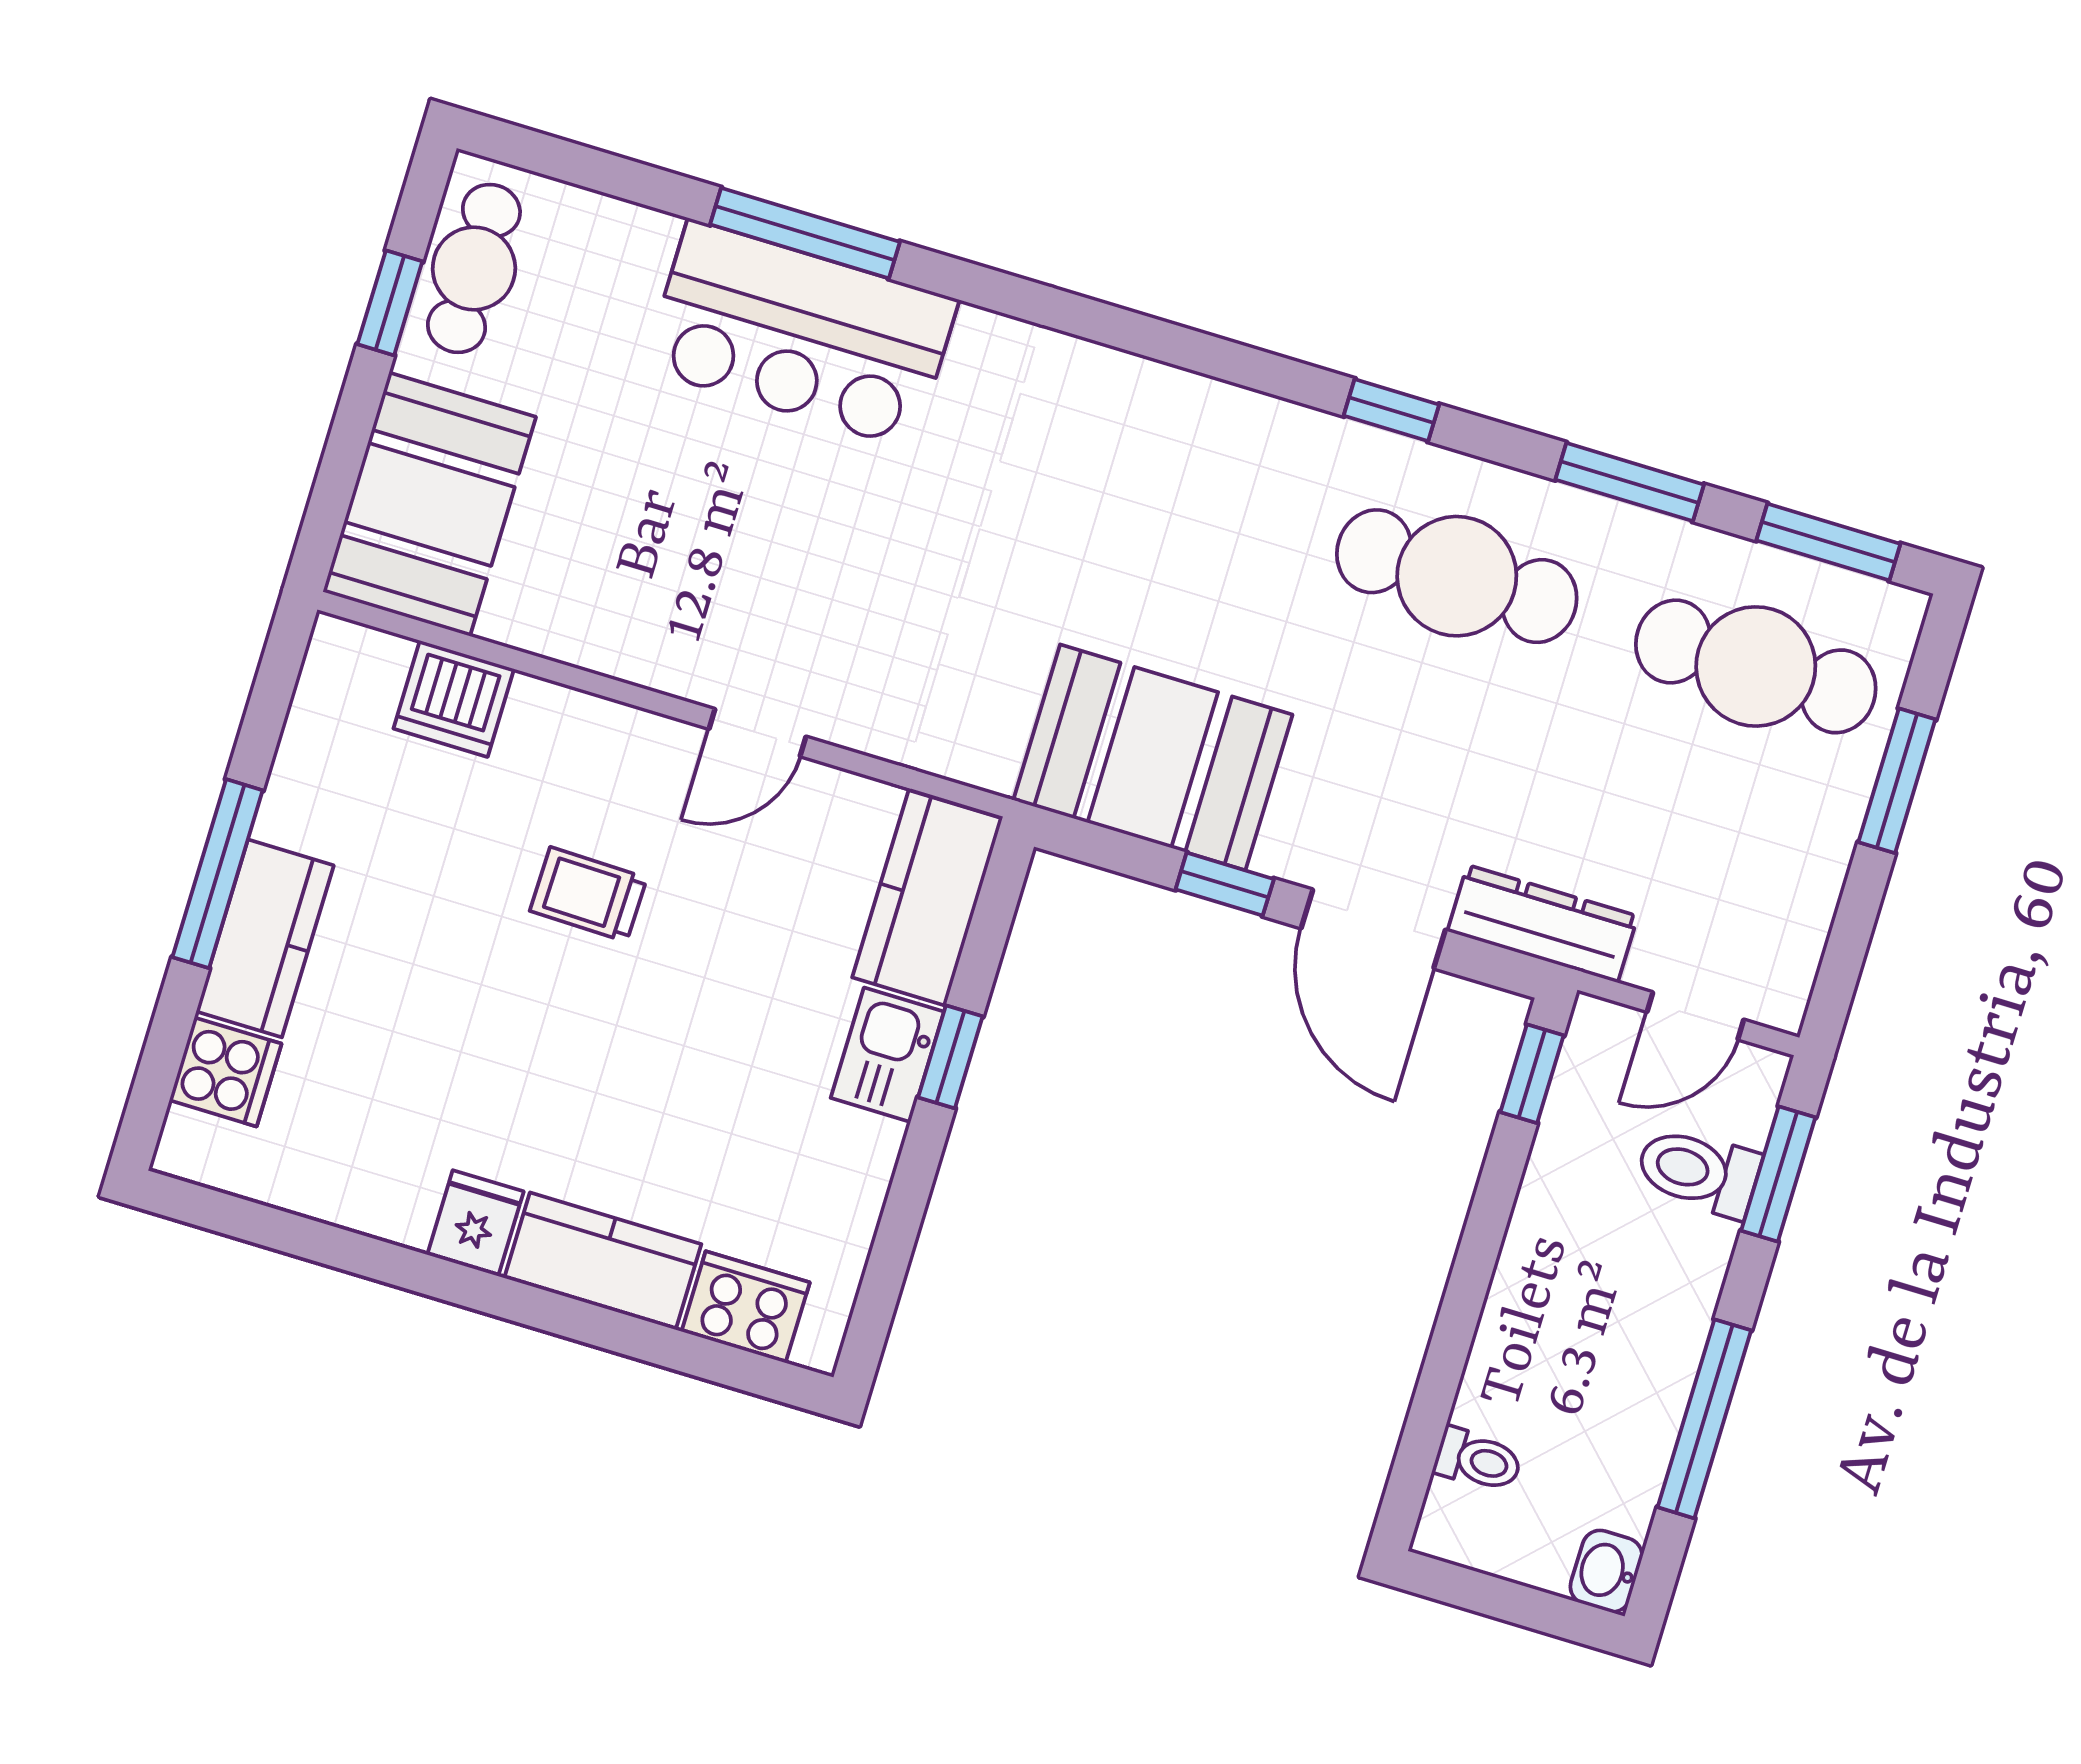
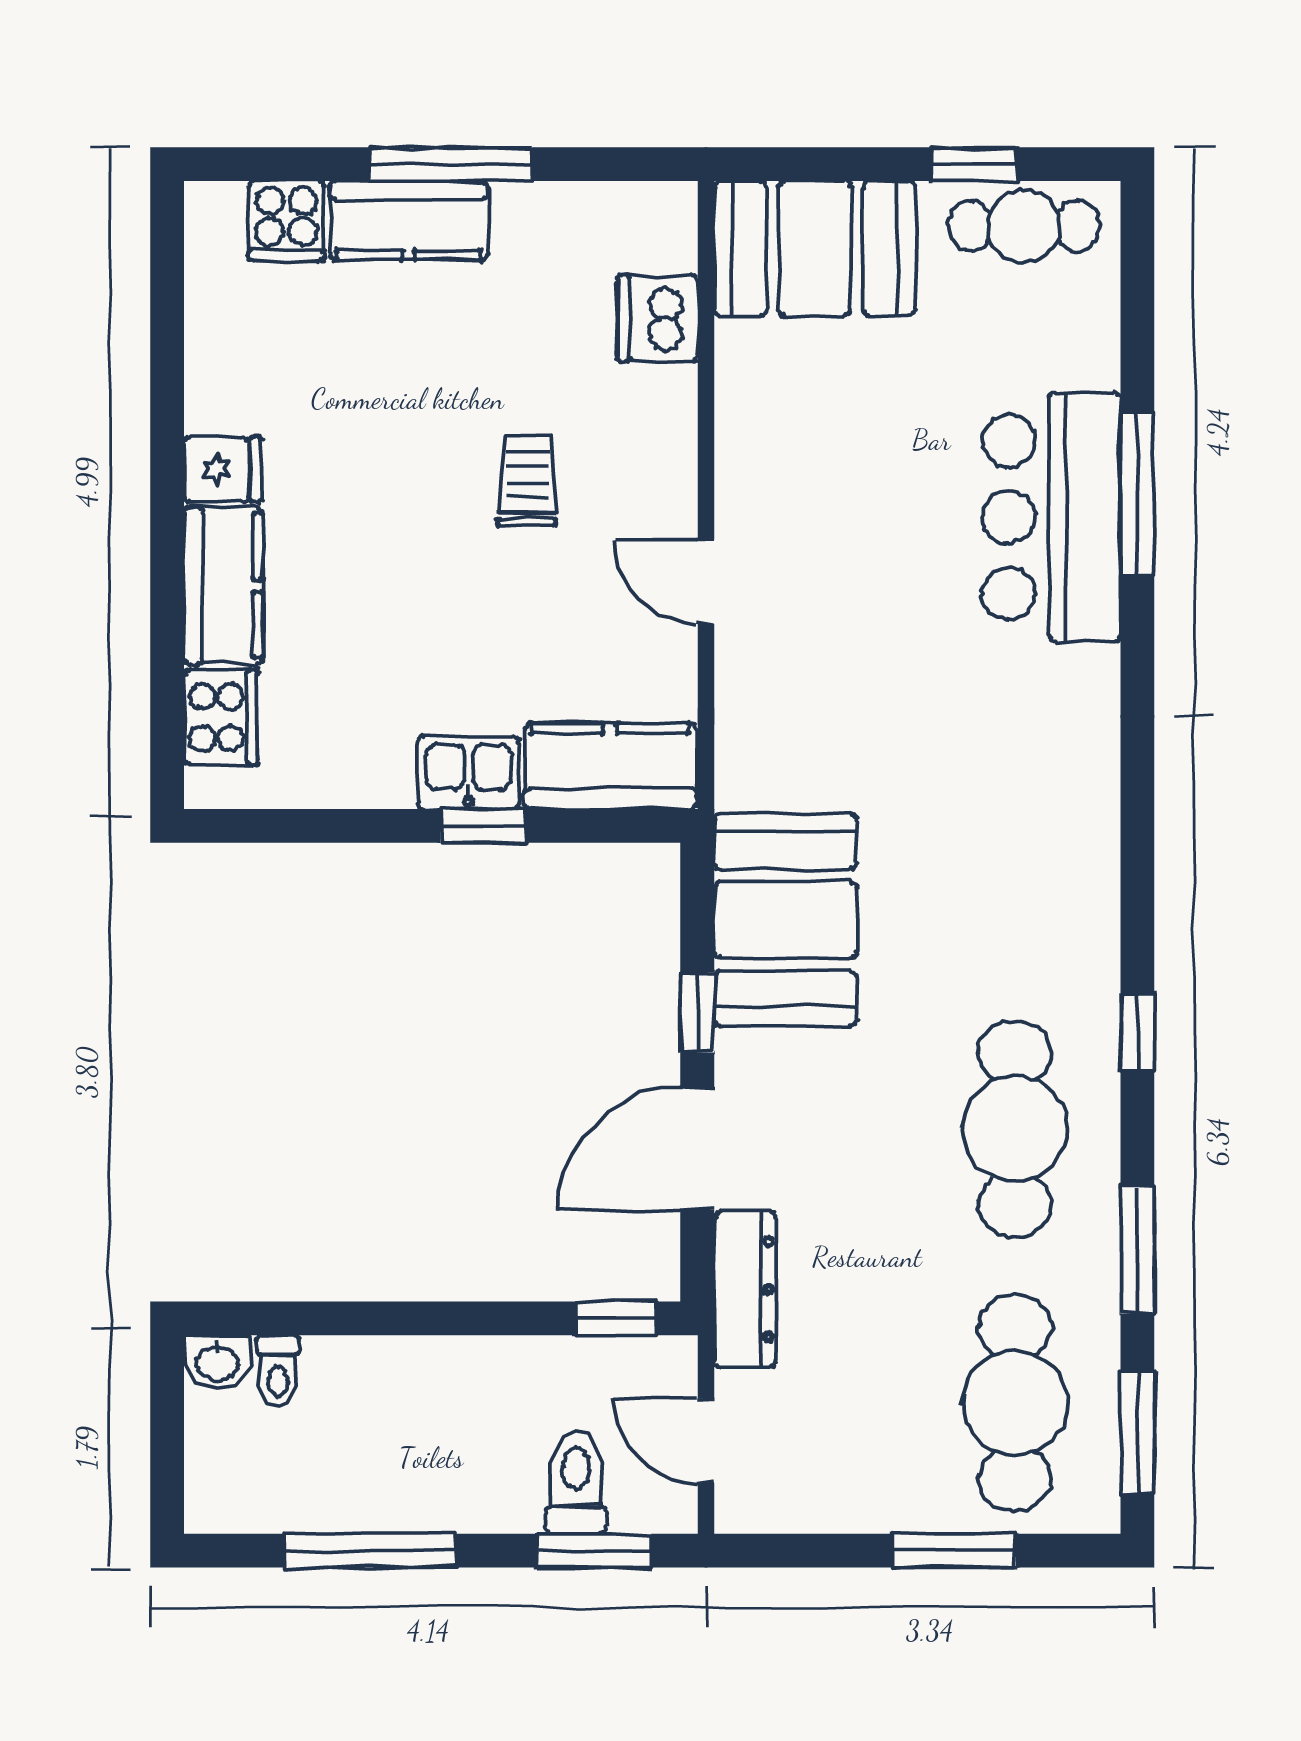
washbasin: (1606, 1571) -> (217, 1362), moved, turned 180

